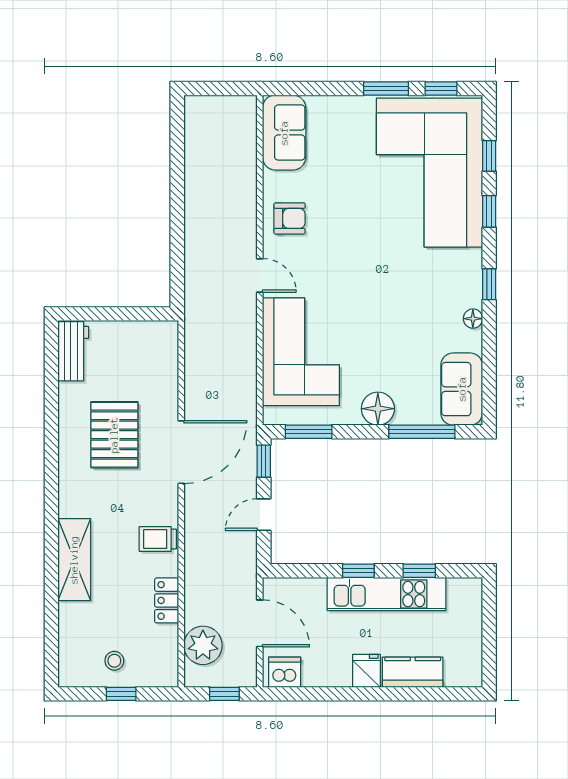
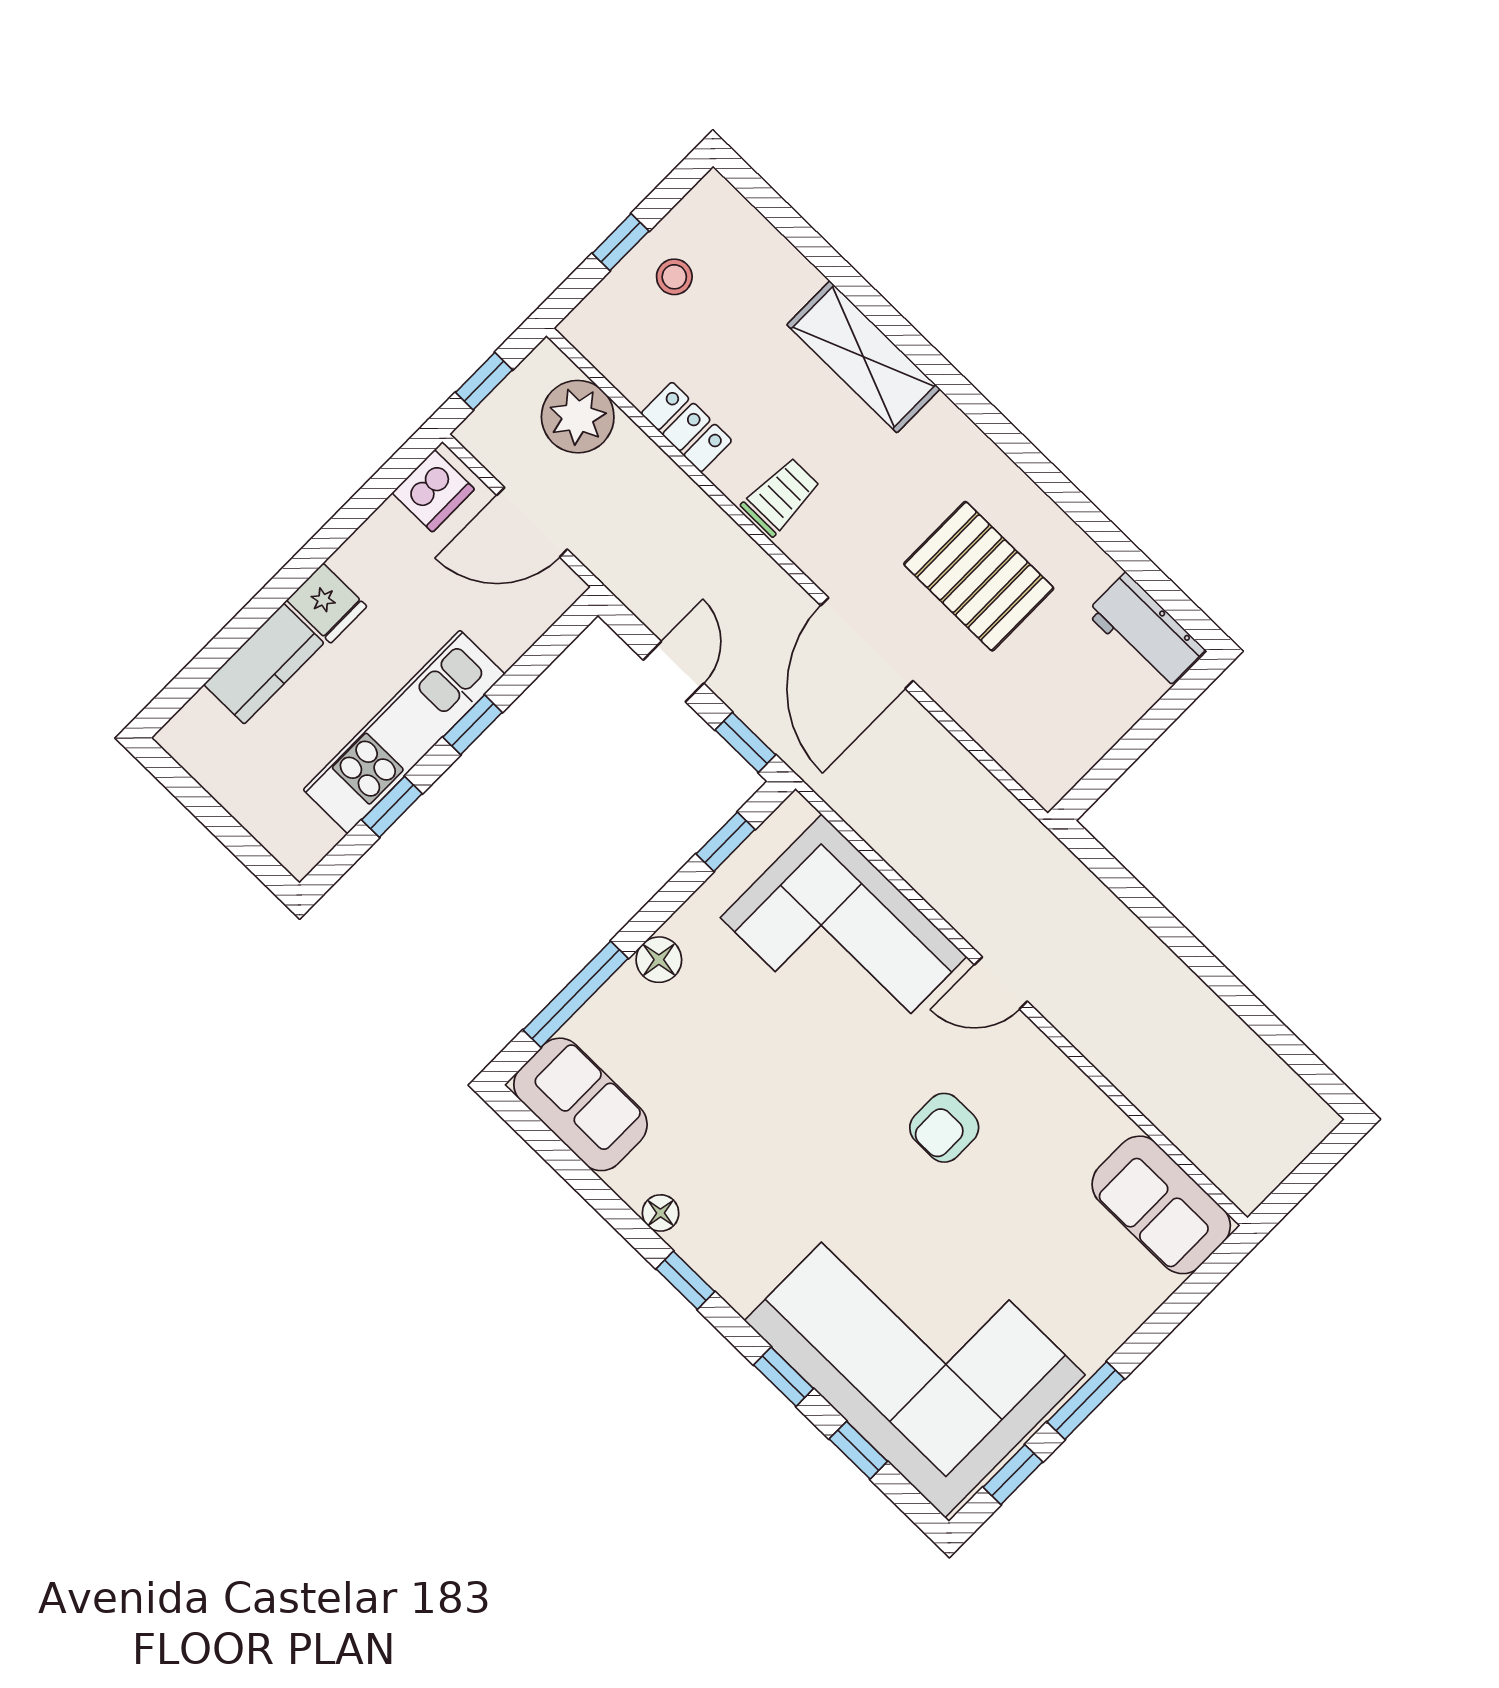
armchair: (290, 218) -> (944, 1128), moved
floor lamp: (378, 409) -> (659, 960), width x0.73, depth x0.73
window: (309, 432) -> (726, 842), width x0.67

